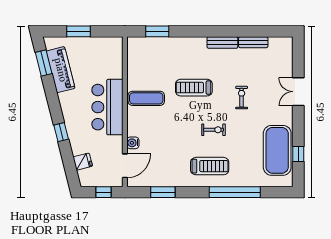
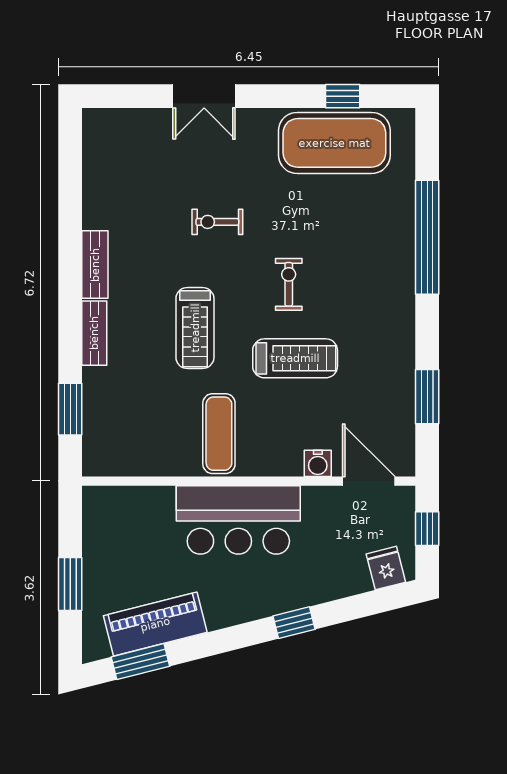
bench: (253, 42) -> (94, 333), moved
fridge: (83, 162) -> (386, 568), moved
treadmill: (210, 166) -> (295, 358), moved, turned 90

